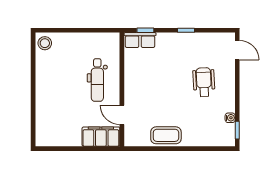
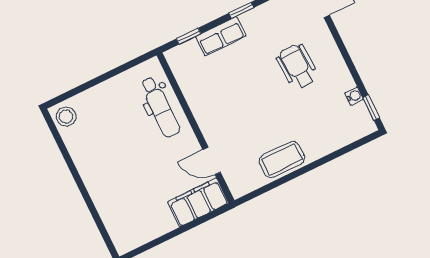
row of seats: (140, 40) -> (221, 36), moved
dental chair: (97, 80) -> (160, 107), moved

